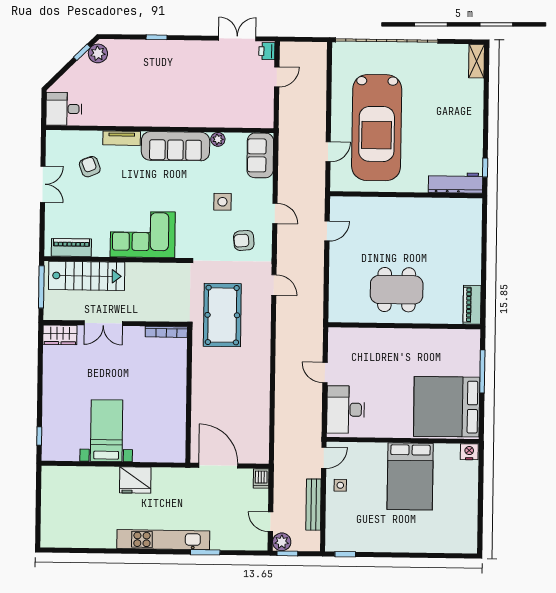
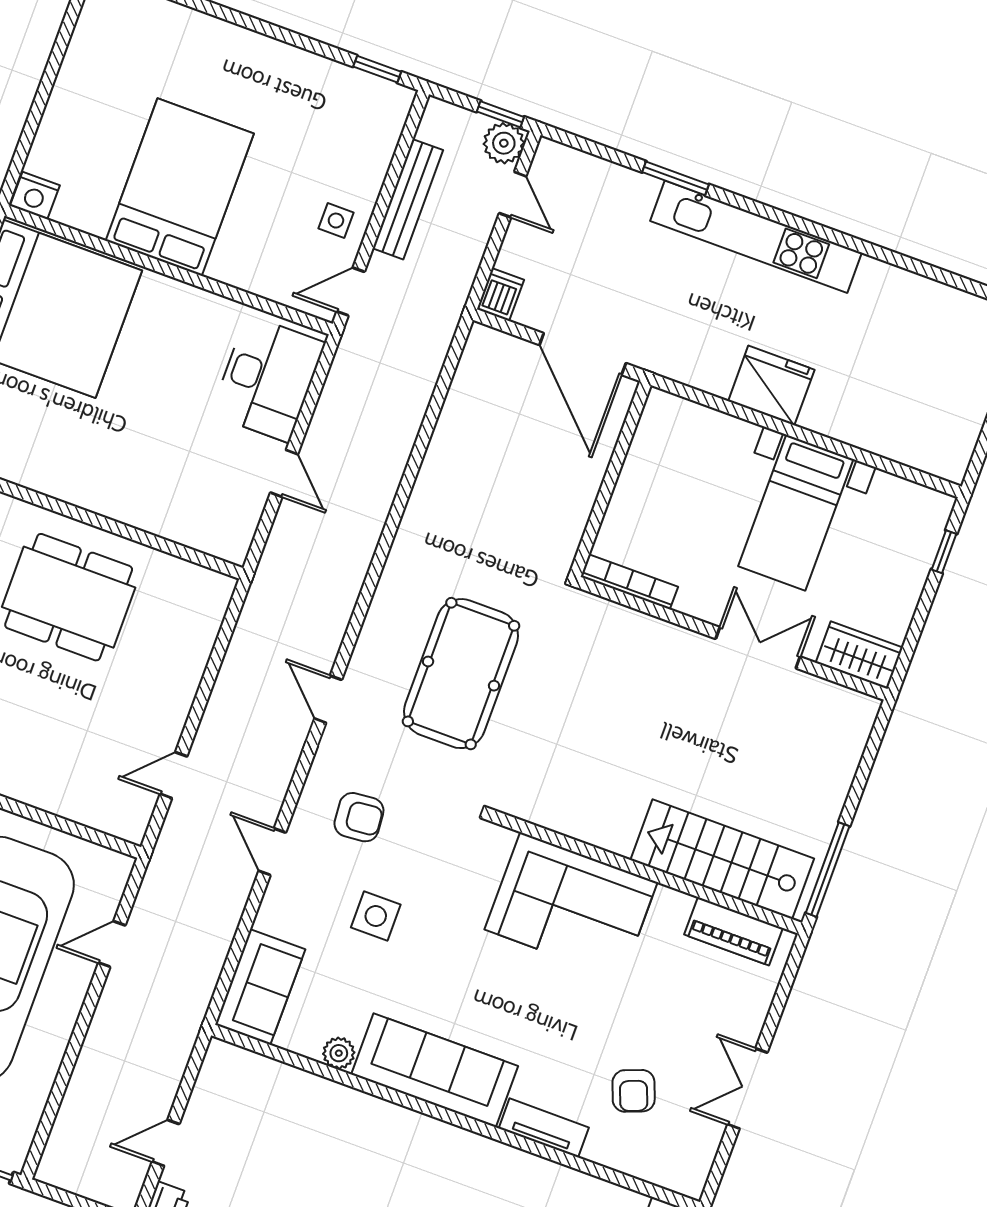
double door: (103, 323) -> (758, 648), moved
wall: (115, 323) -> (732, 638), moved
bookcase: (166, 332) -> (629, 582), moved
wardrobe: (60, 335) -> (859, 655), moved

